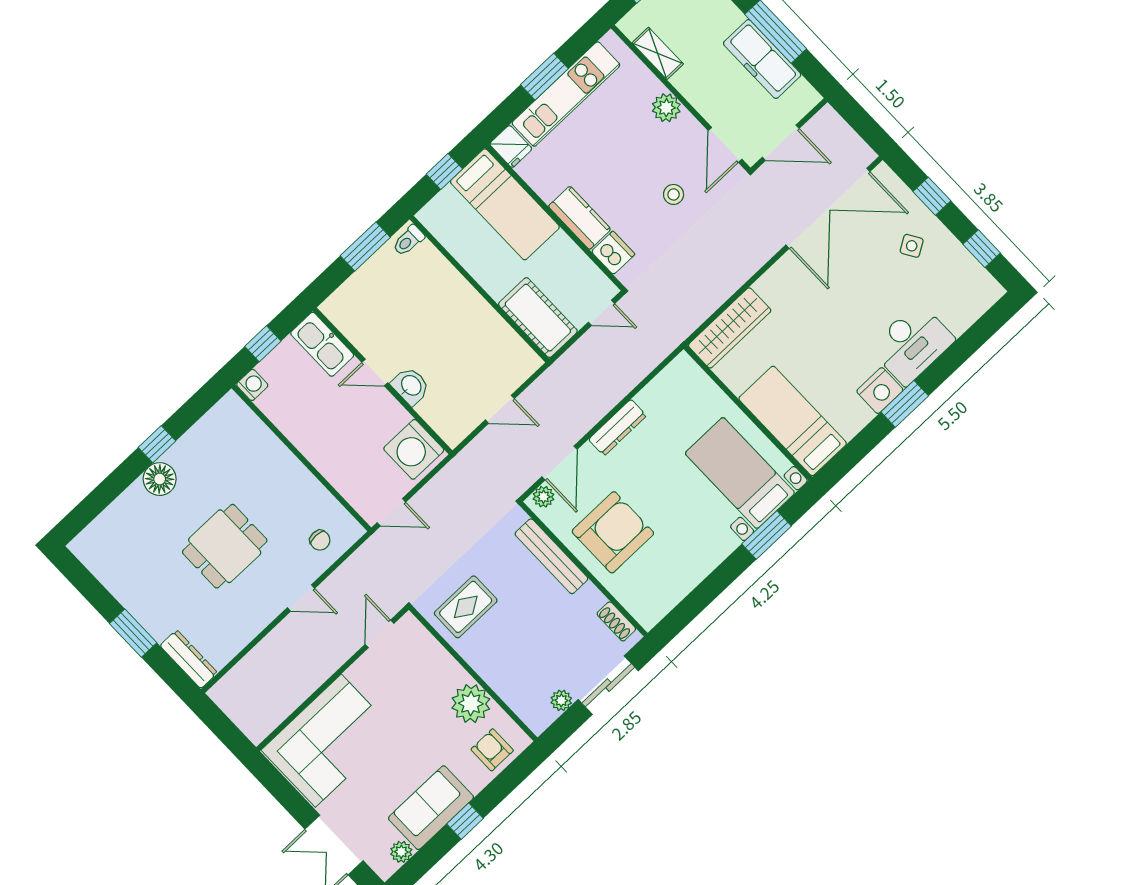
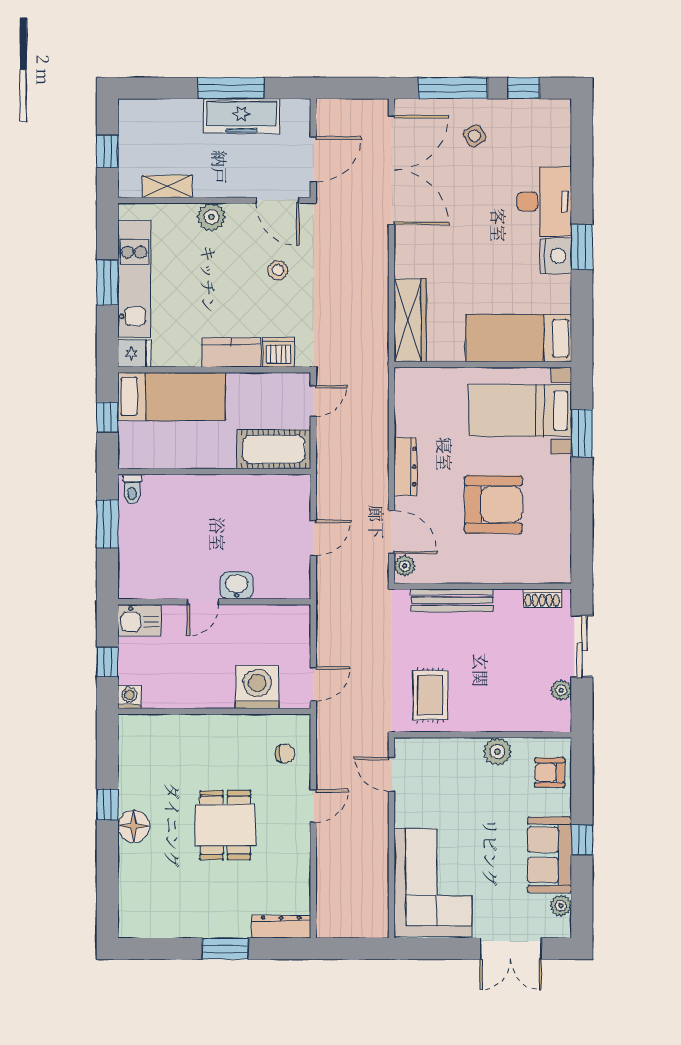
window: (932, 196) -> (453, 88), width x2.17
kitchen sink: (322, 344) -> (139, 620), width x0.73
washing machine: (414, 449) -> (257, 687), moved, turned 180
armchair: (613, 532) -> (494, 504), moved, turned 90
plant: (471, 704) -> (497, 751), width x0.73, depth x0.73

